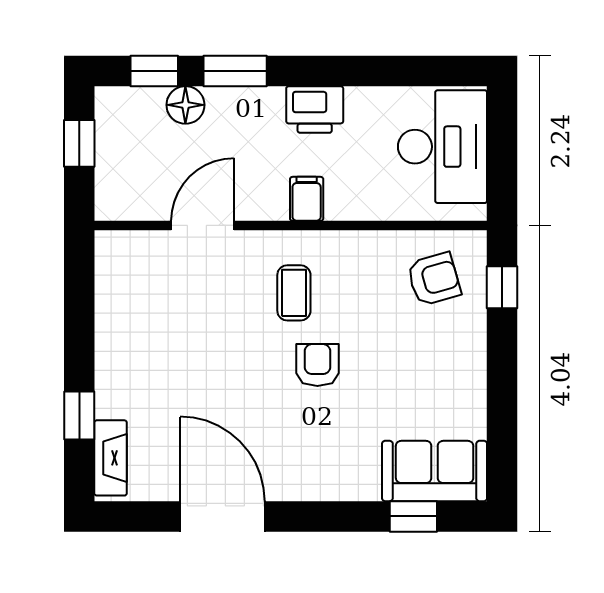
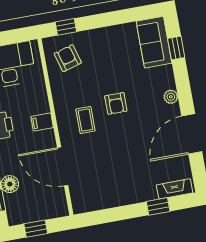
door: (203, 225) -> (63, 166), width x1.36
coffee table: (294, 293) -> (85, 120), turned 90
armchair: (317, 365) -> (116, 103), turned -90
plant: (310, 486) -> (171, 97), added

